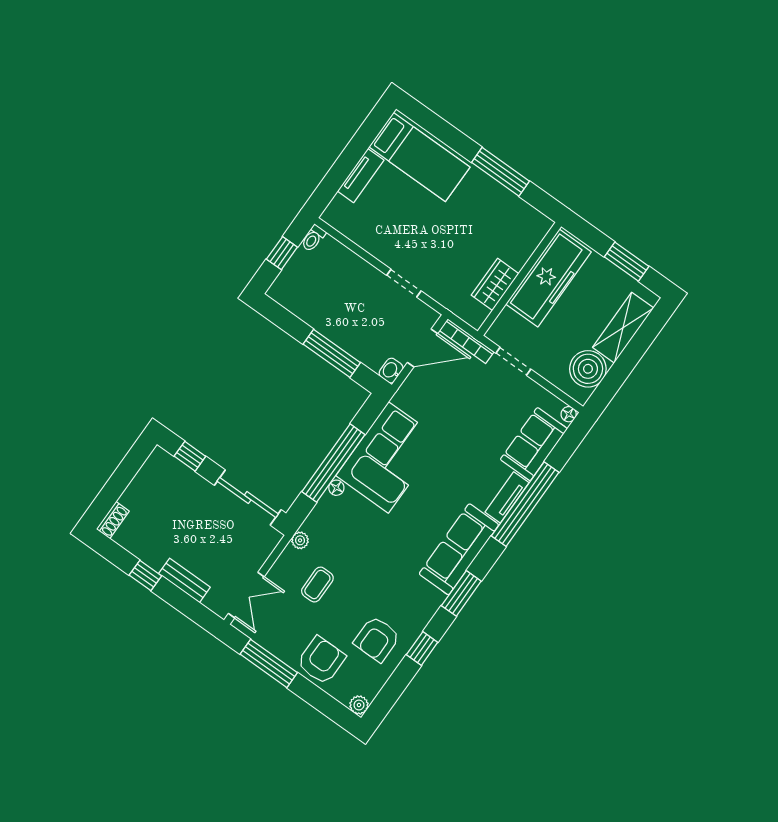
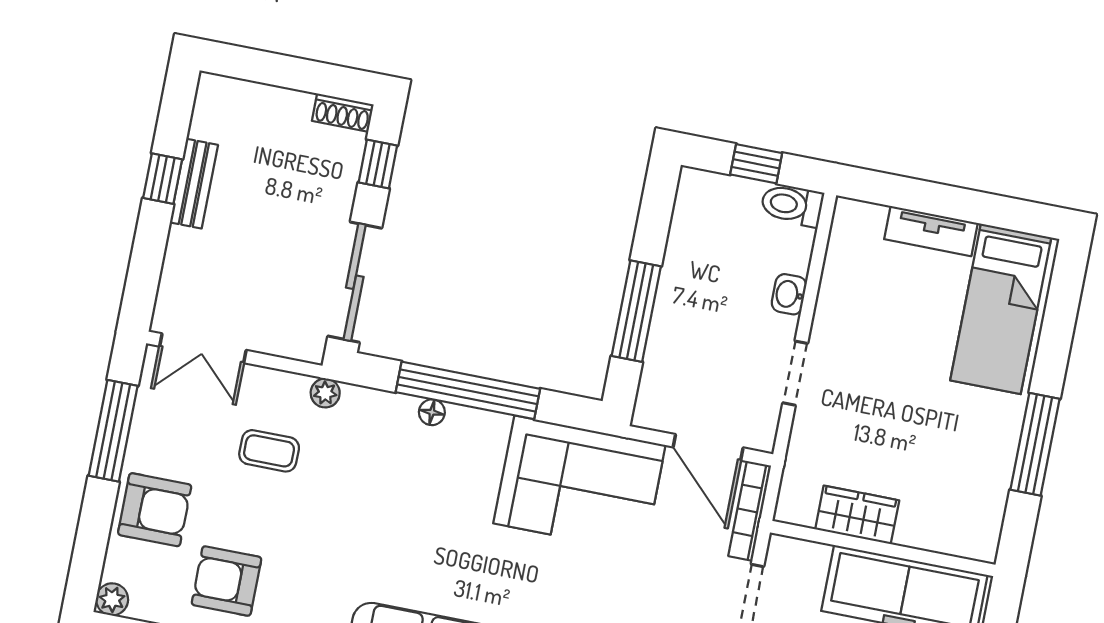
toilet: (313, 238) -> (792, 205), width x1.37, depth x1.39
washbasin: (391, 371) -> (789, 294), moved, turned -90
corner sofa: (388, 457) -> (579, 484), moved
shoe rack: (113, 520) -> (343, 113), moved
bench: (184, 580) -> (194, 184), moved

